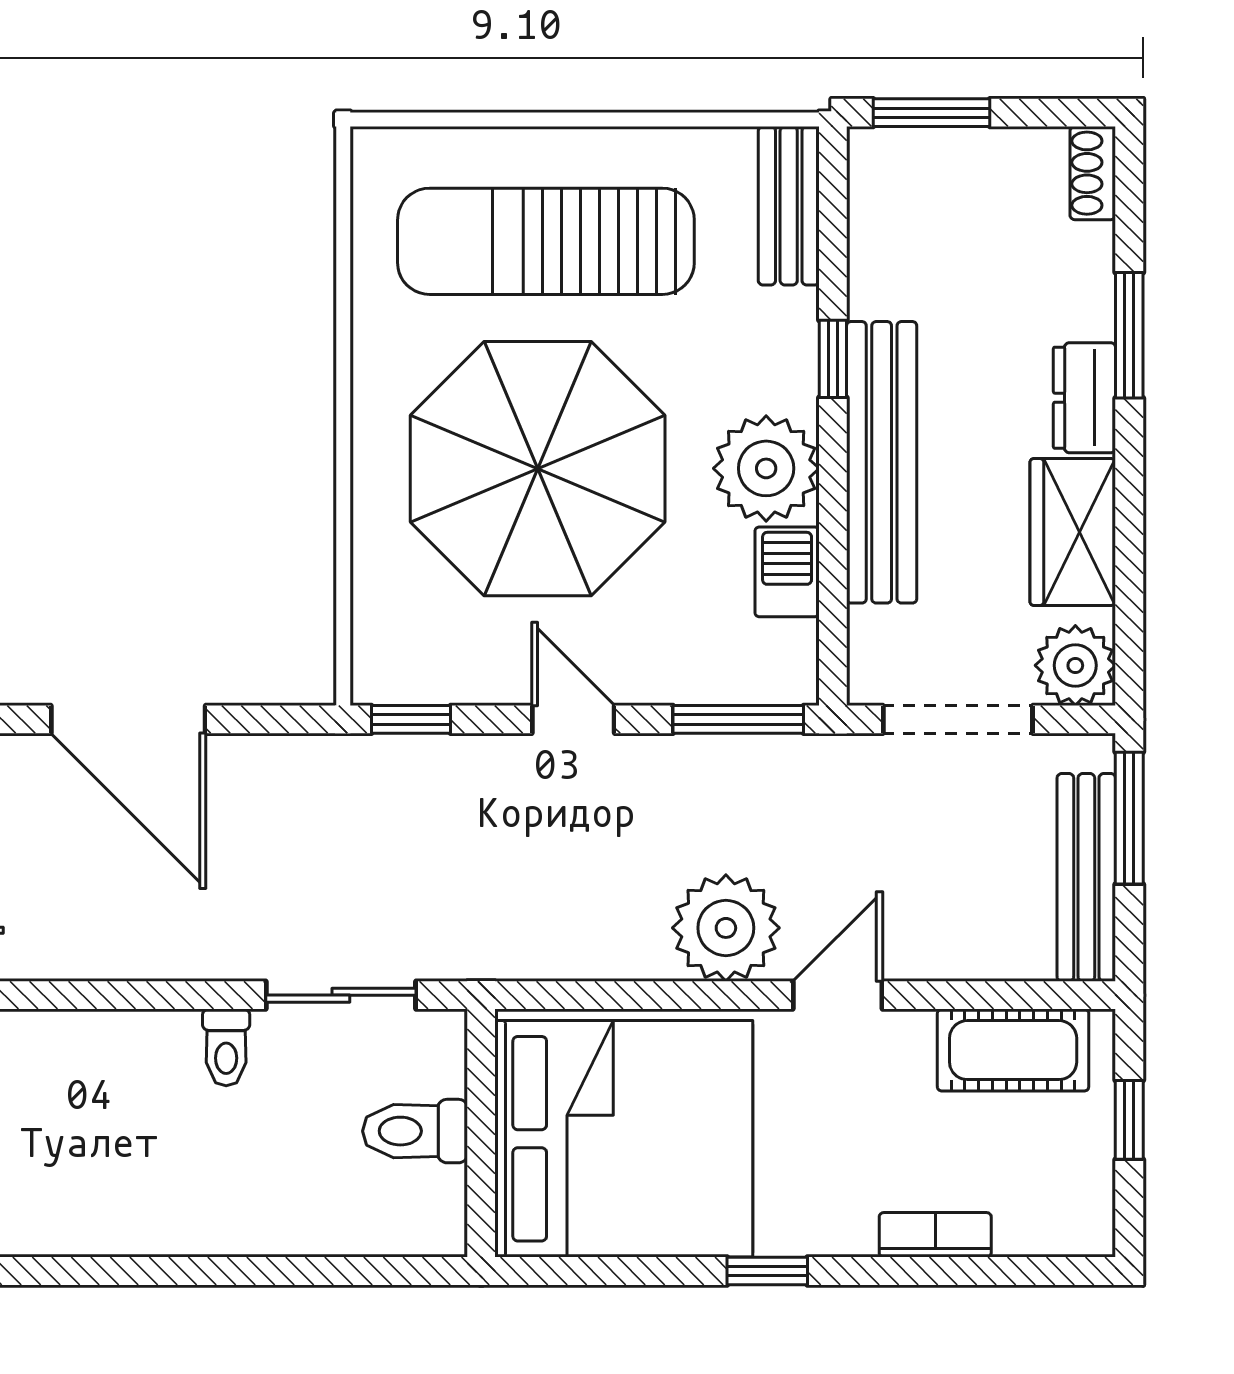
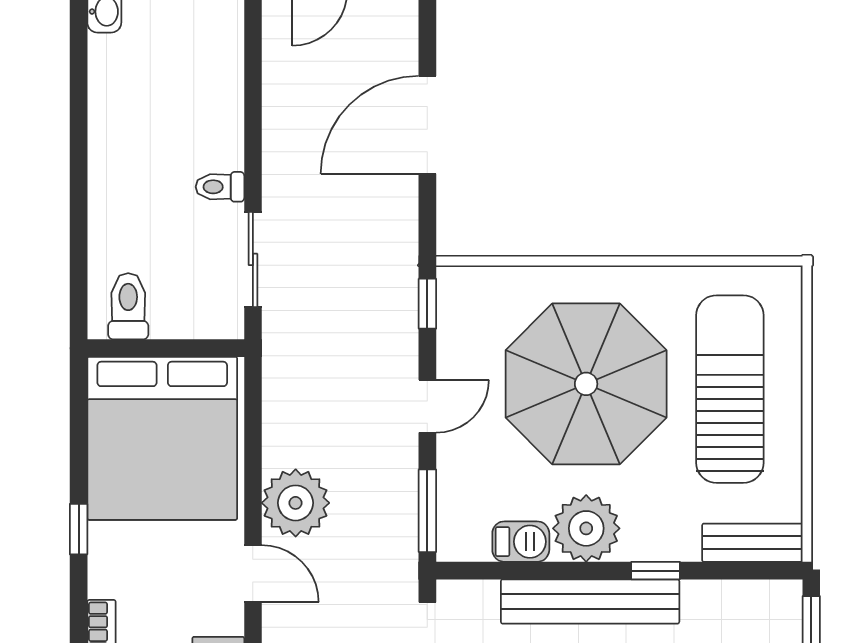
toilet: (415, 1131) -> (128, 306), moved

